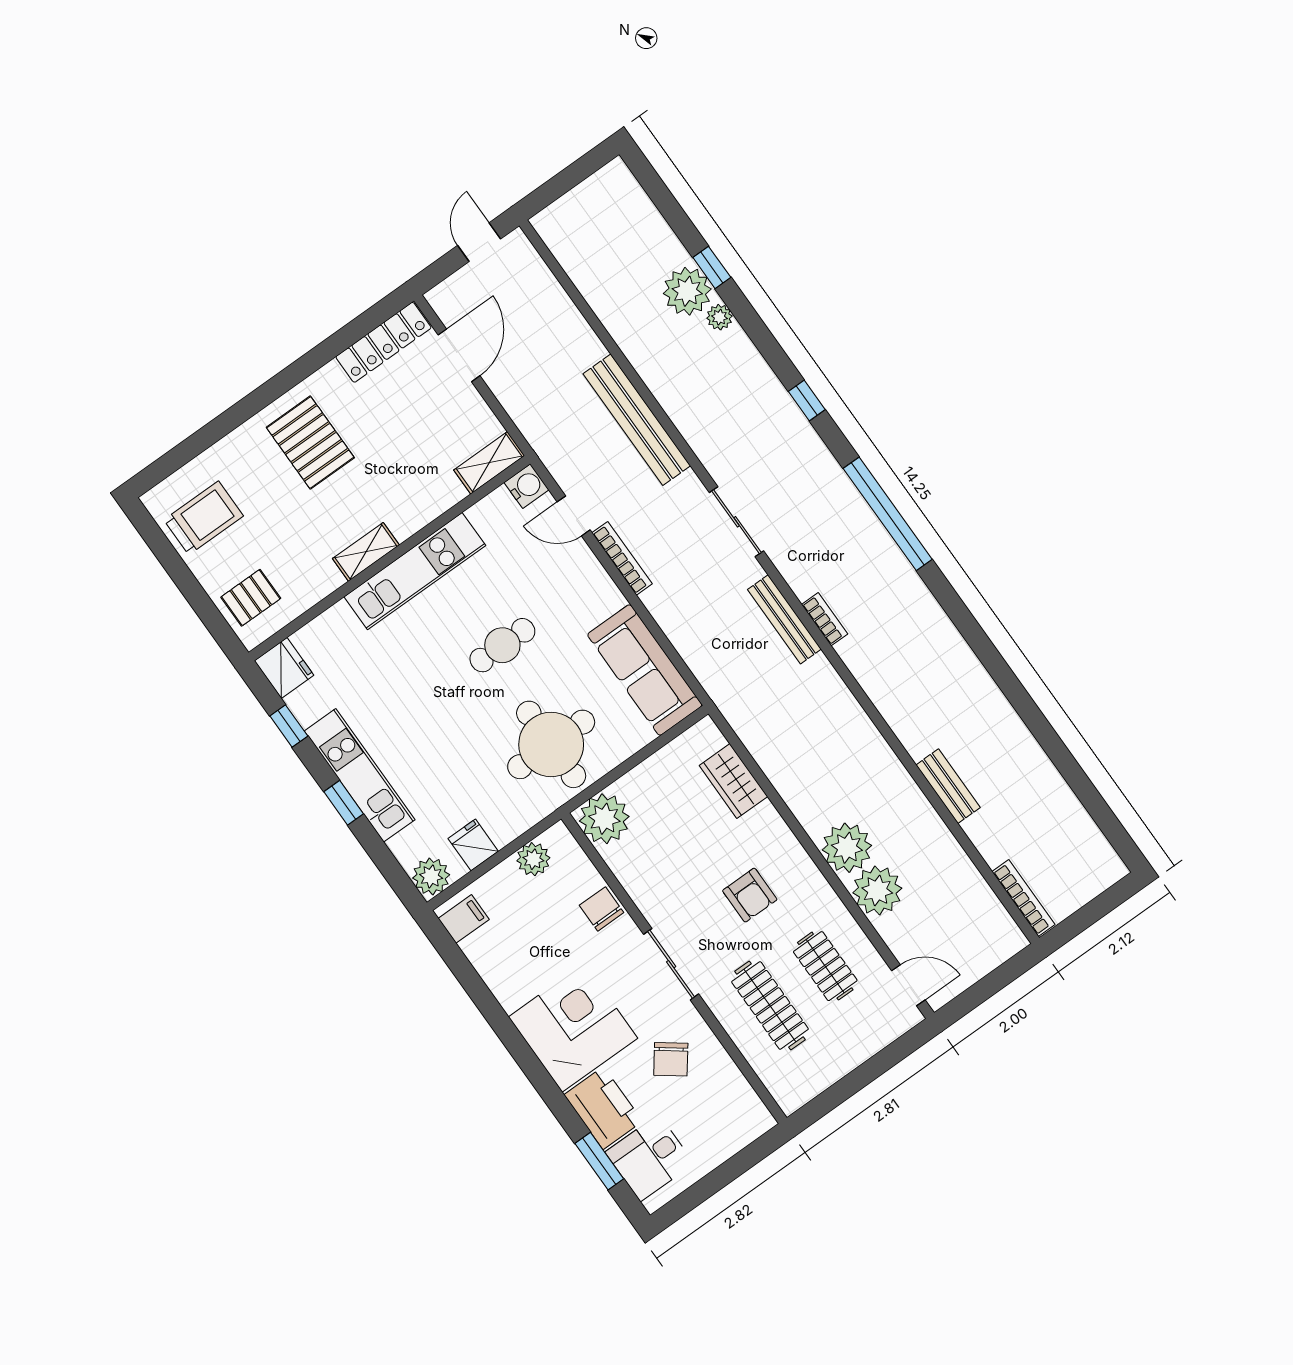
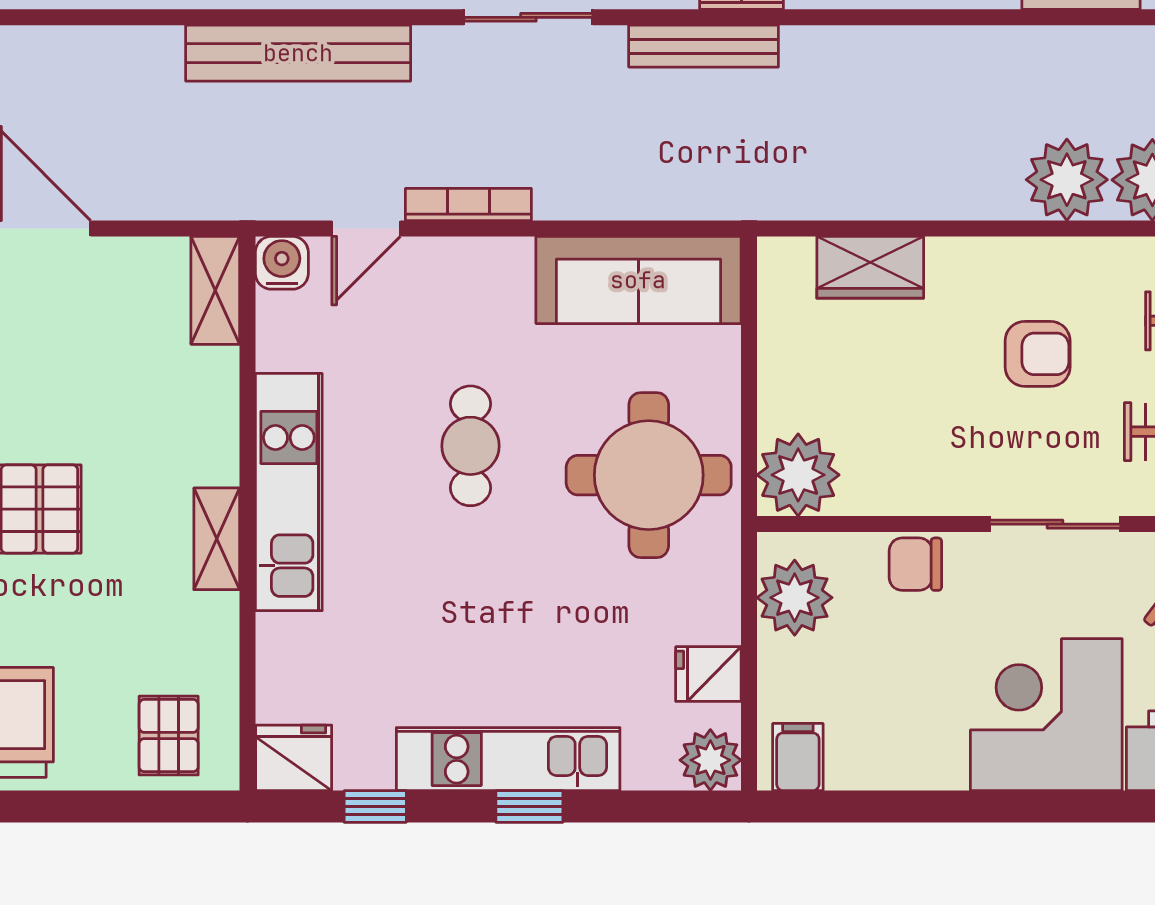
plant: (533, 859) -> (795, 598), width x1.36, depth x1.36

